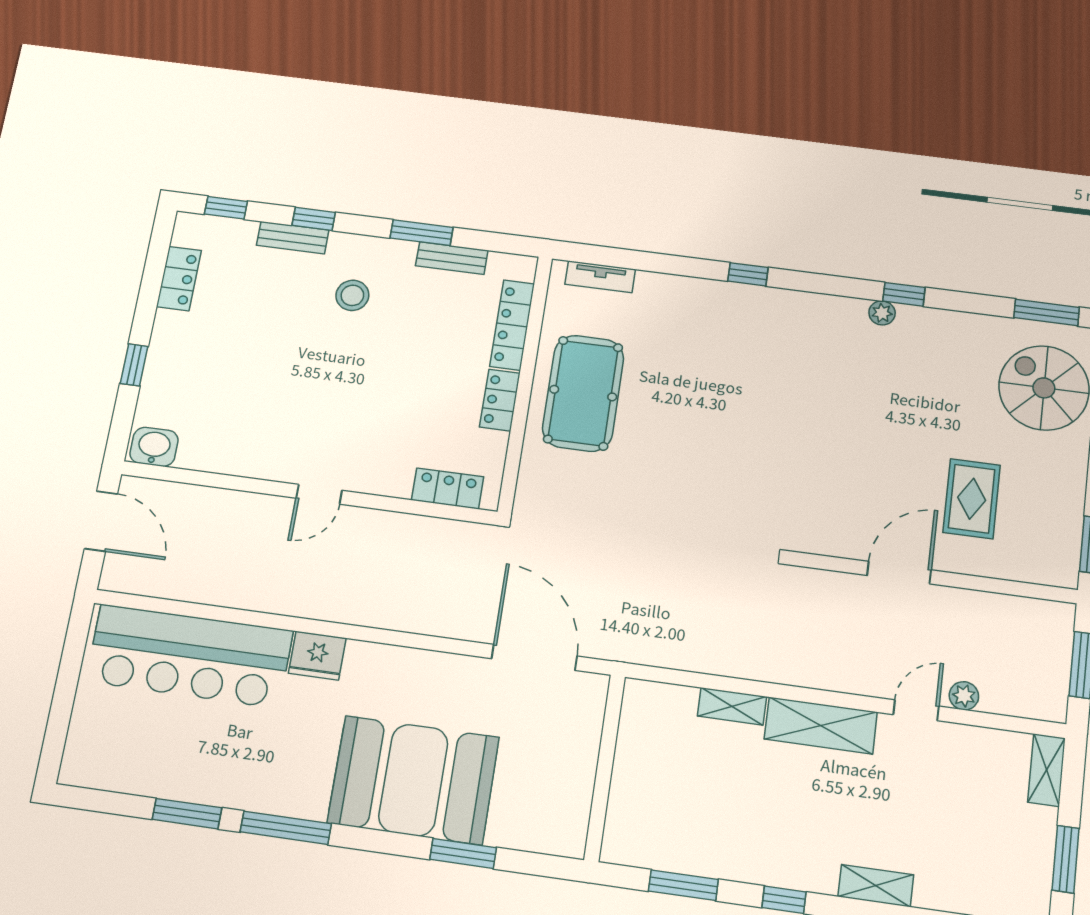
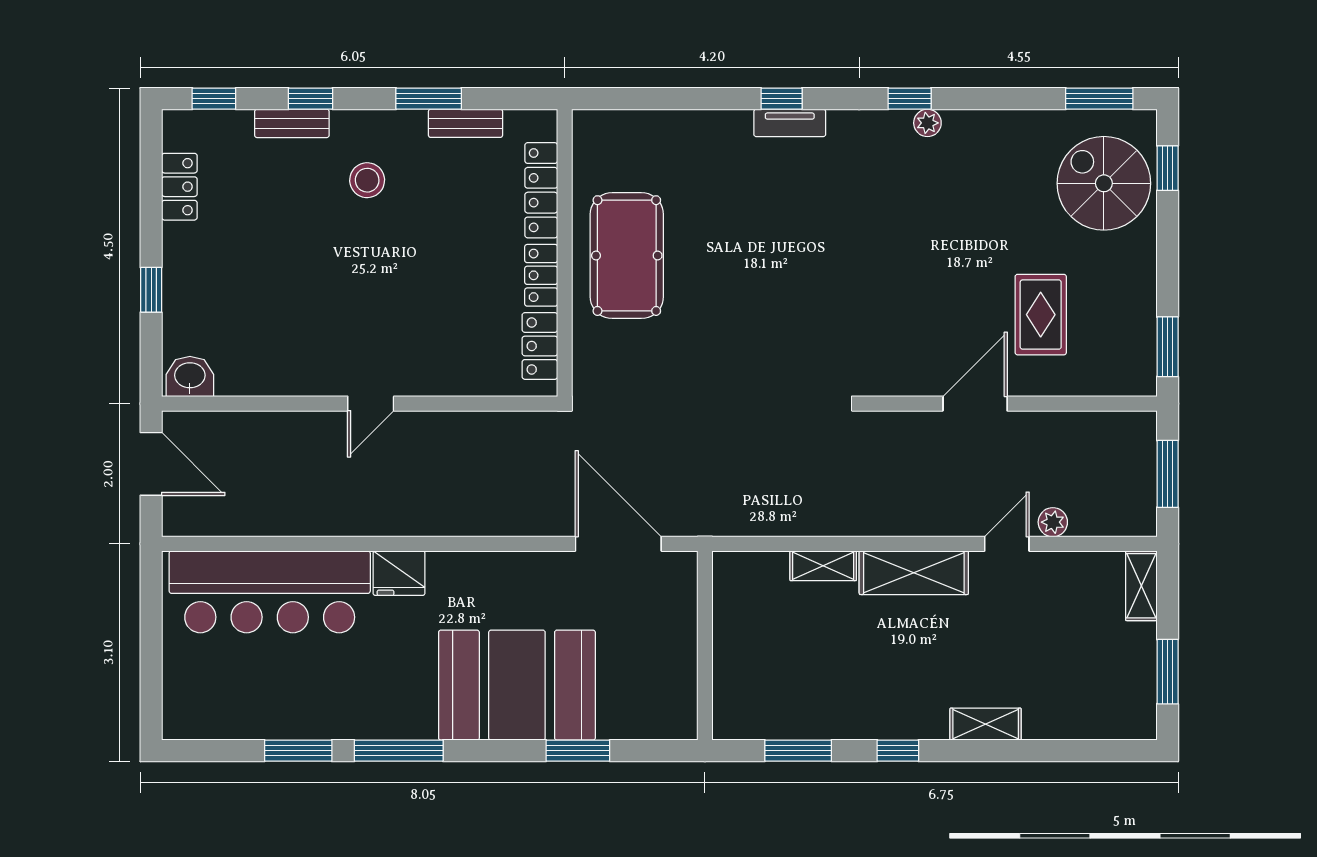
tv unit: (600, 277) -> (790, 123), moved
window: (904, 294) -> (910, 99), moved
locker: (448, 488) -> (540, 346), moved, turned -90

